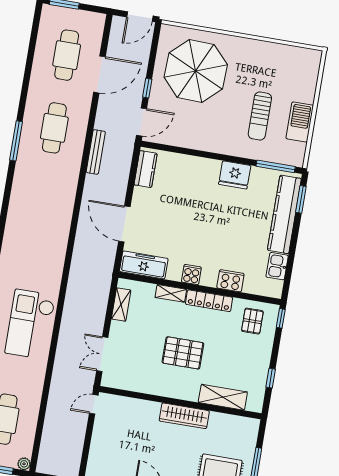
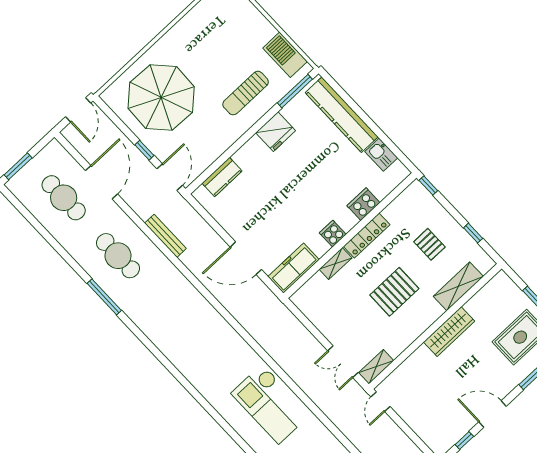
sun lounger: (260, 116) -> (246, 93), moved, turned 90
barbecue: (300, 122) -> (285, 55), moved
kitchen counter: (146, 169) -> (222, 177), moved, turned 90
window: (301, 199) -> (340, 91), removed
shelving: (121, 305) -> (376, 367), moved, turned 90
pallet: (252, 321) -> (429, 244), moved

